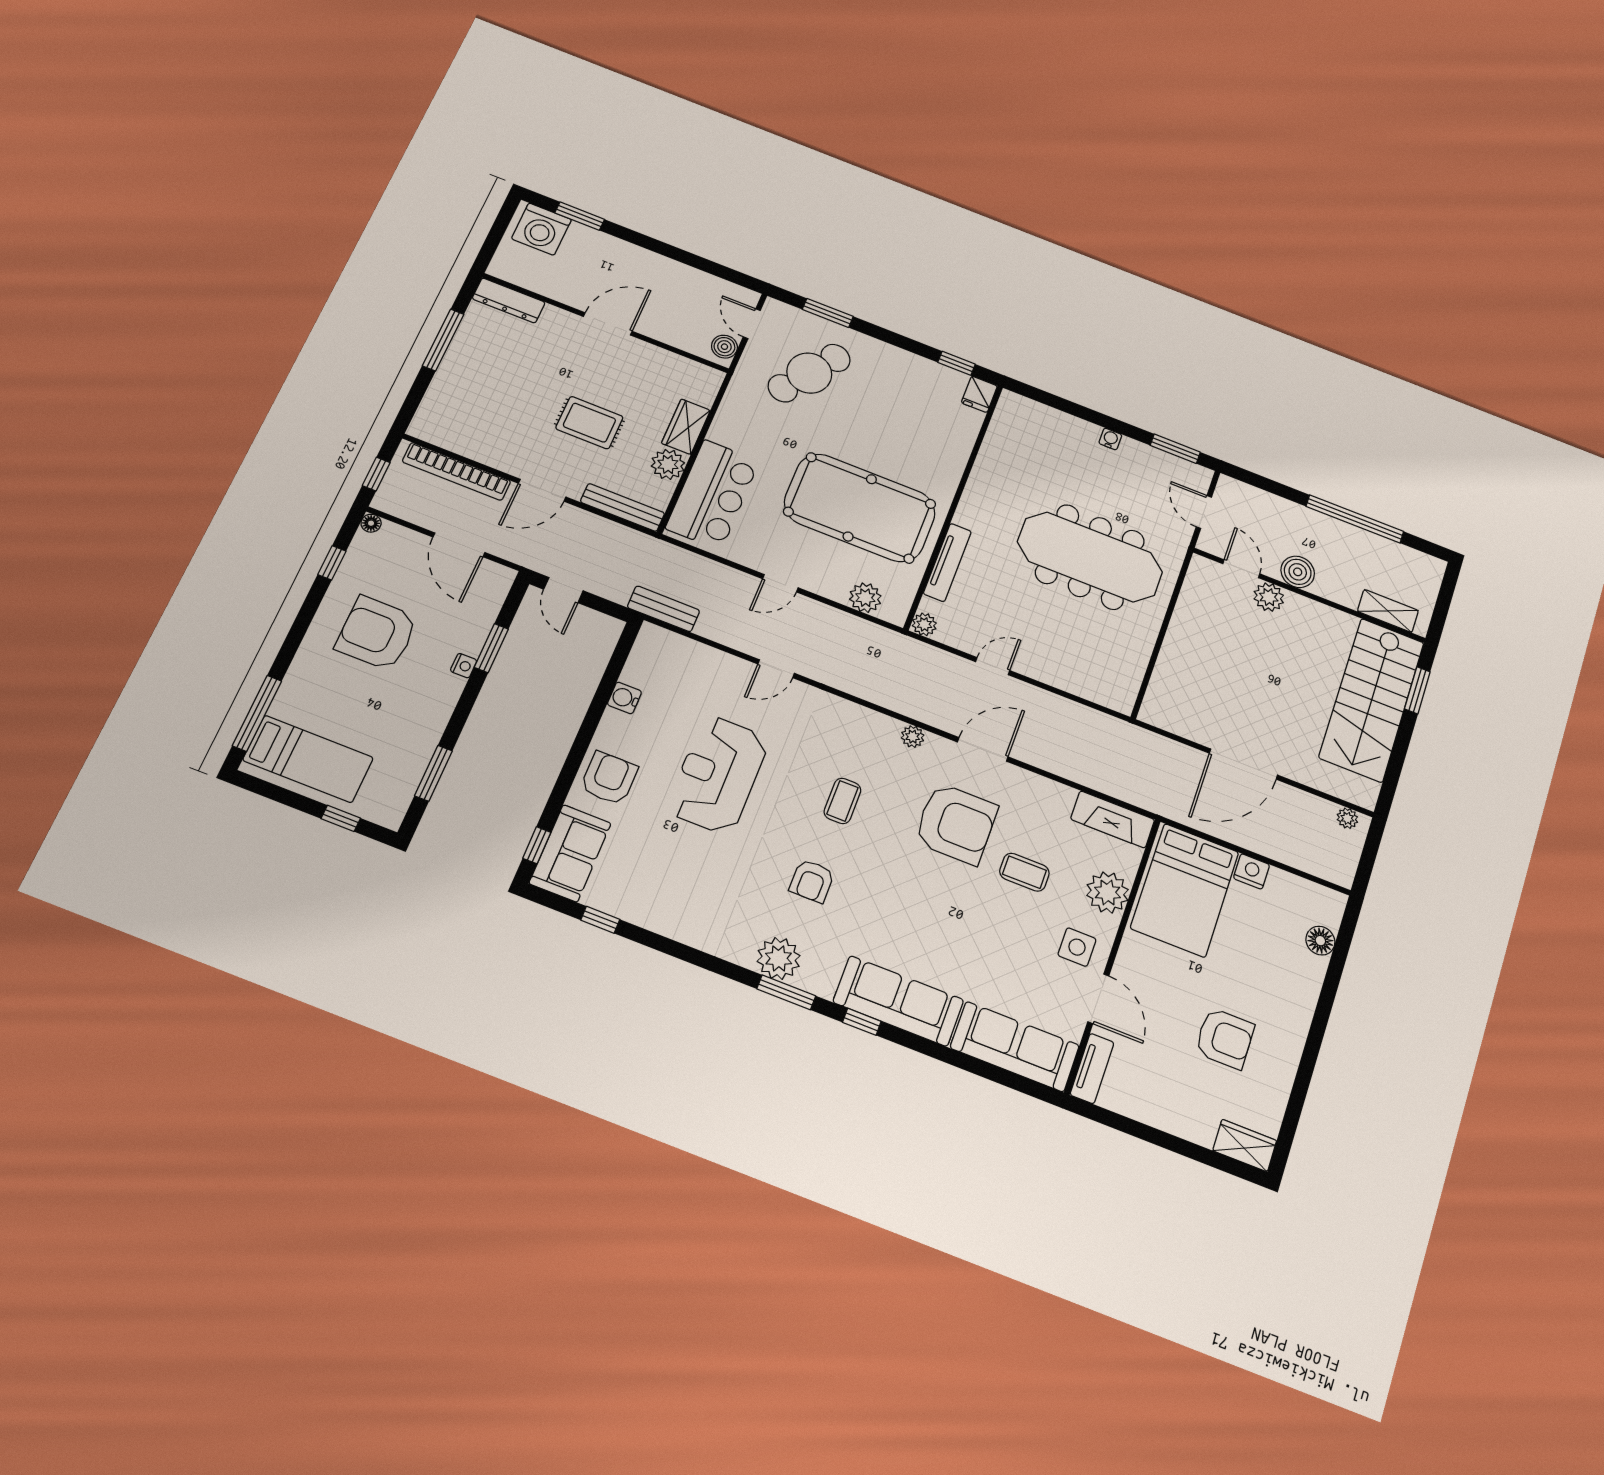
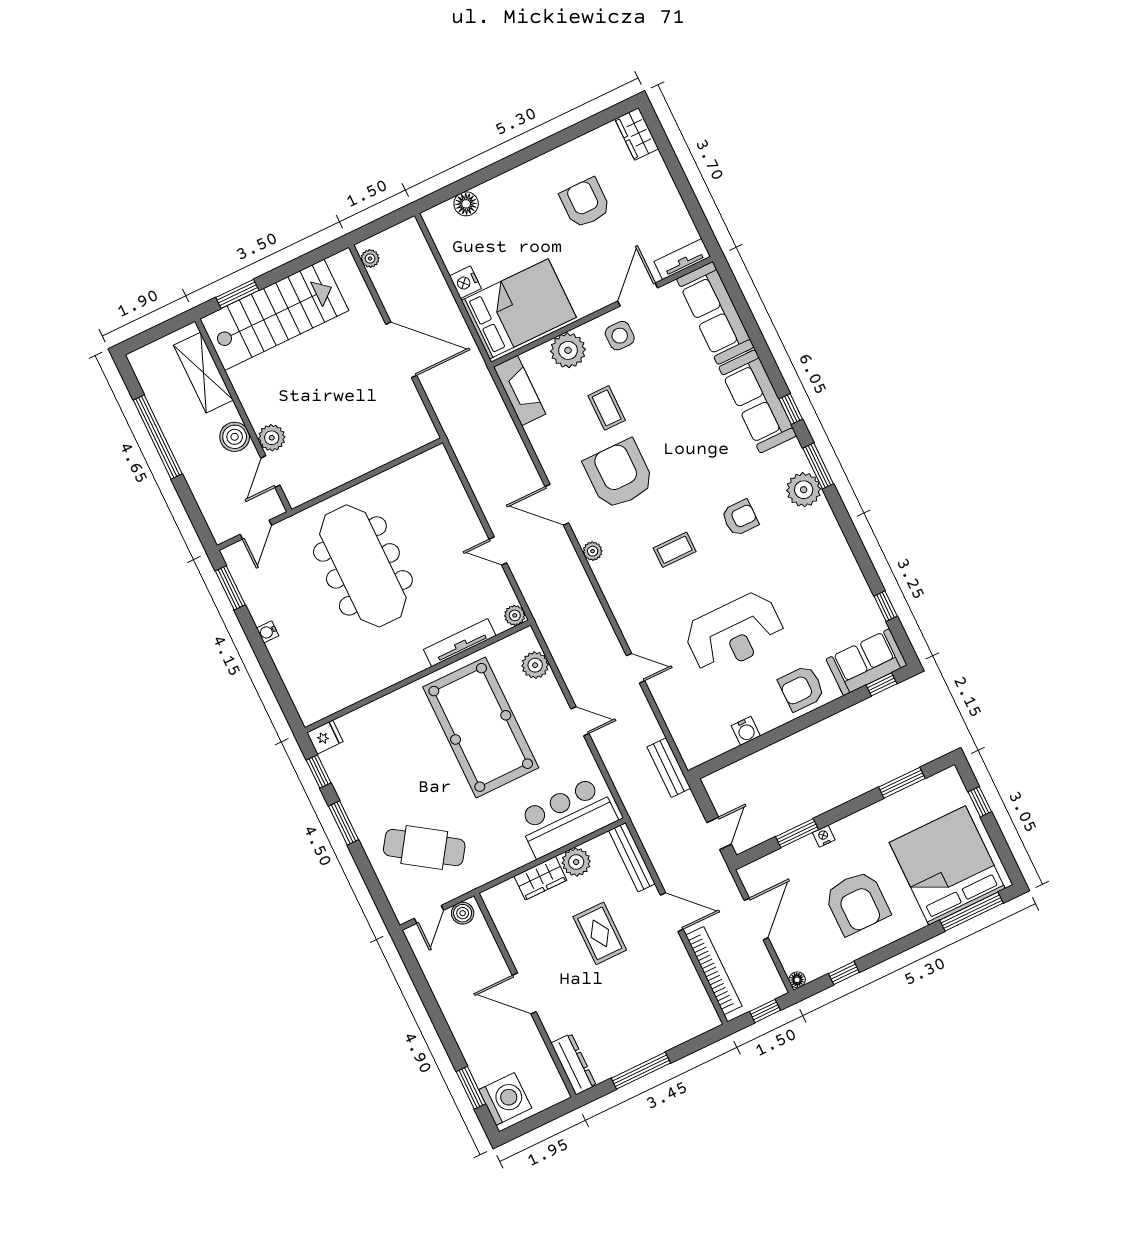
window: (828, 313) -> (343, 823), moved
shelving: (1388, 611) -> (203, 373), width x1.50, depth x1.33
bed: (308, 759) -> (947, 865), width x2.04

